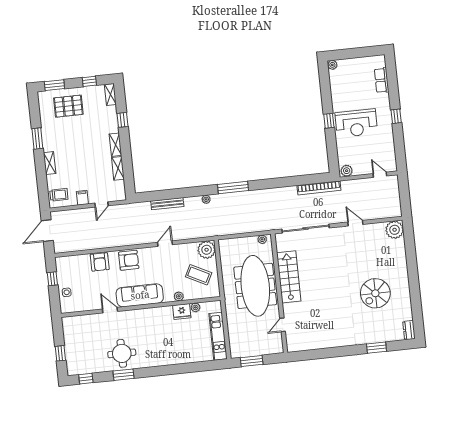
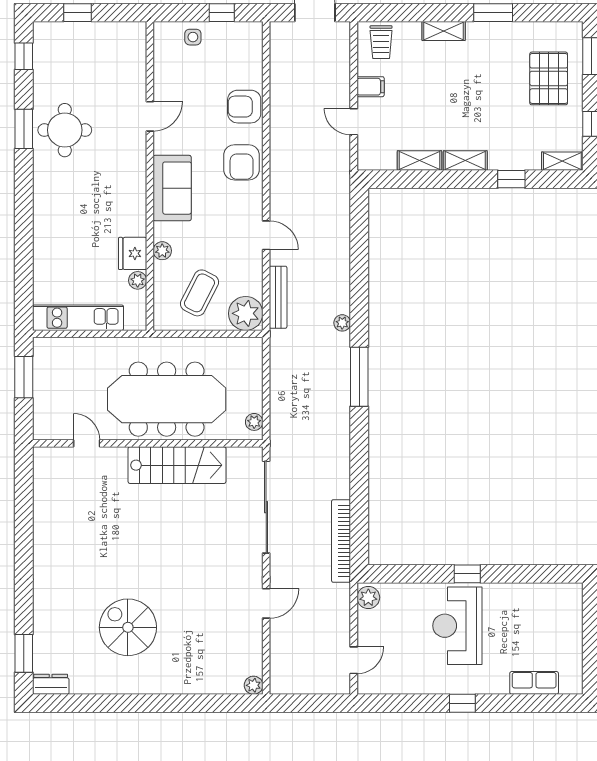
plant: (332, 65) -> (574, 592), removed
bench: (167, 204) -> (278, 297), moved
plant: (395, 230) -> (254, 685), width x0.53, depth x0.53
sofa: (140, 295) -> (172, 188), width x0.73
window: (377, 348) -> (24, 653), moved

